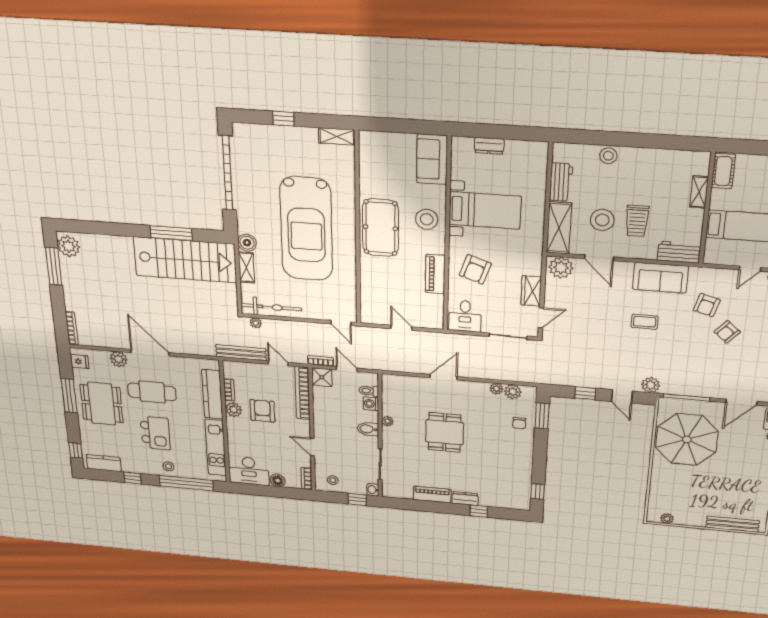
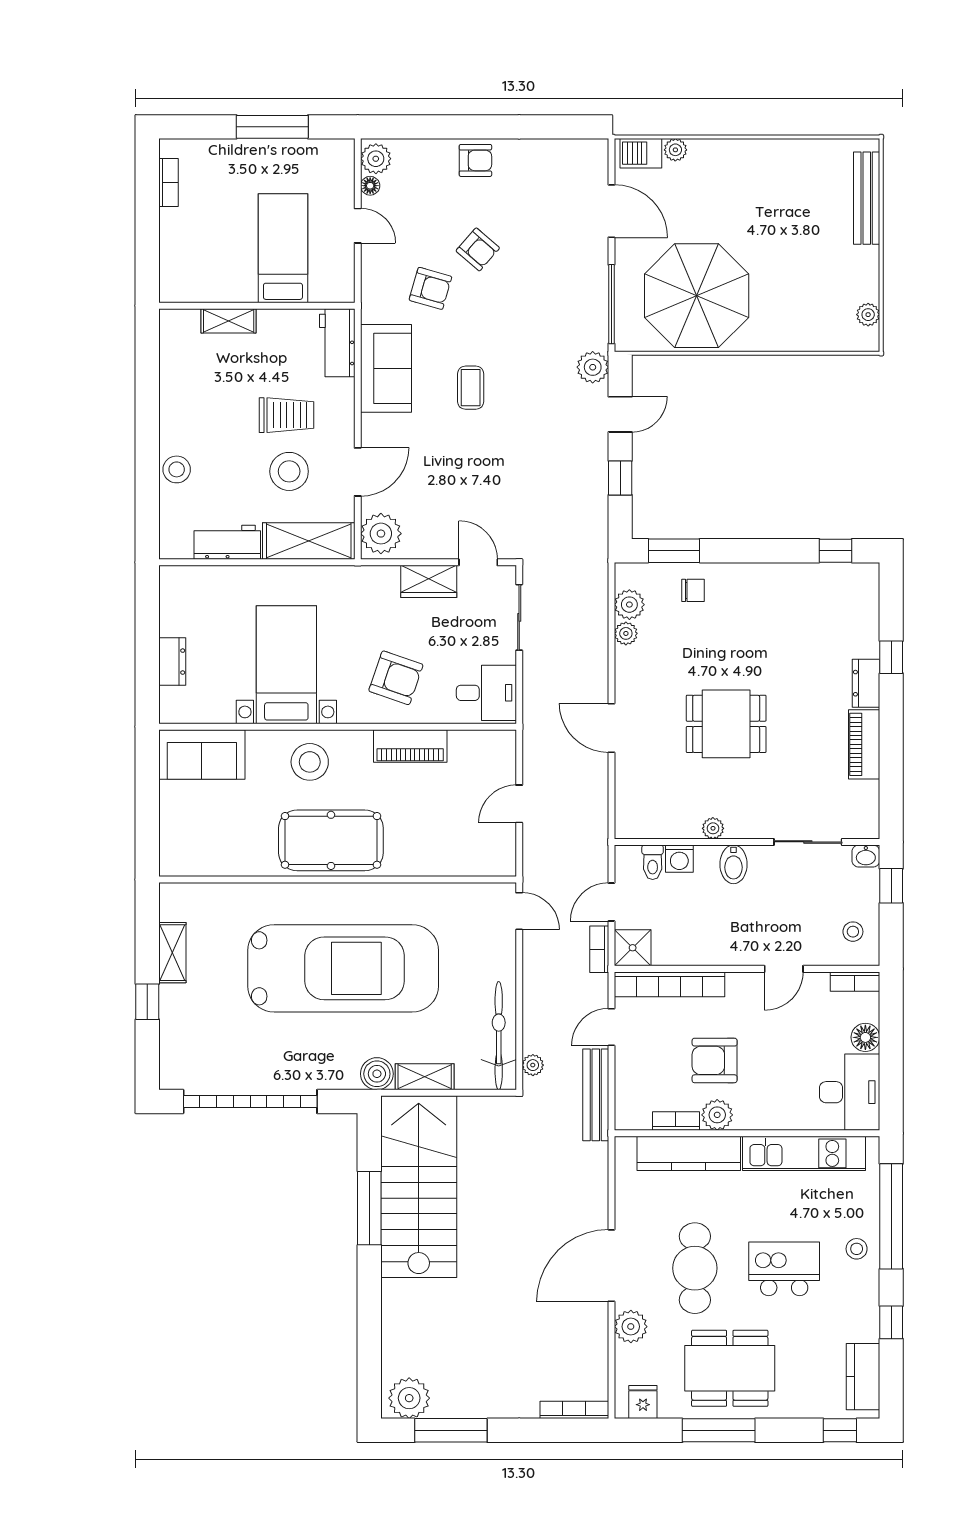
shelving: (337, 136) -> (172, 953), moved
cot: (723, 171) -> (190, 287), removed
door: (341, 323) -> (519, 911), hinge flipped

